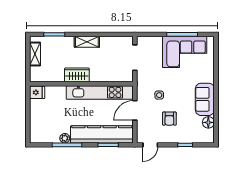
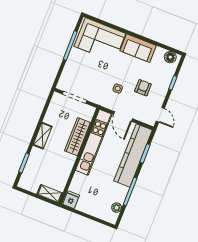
corner sofa: (185, 52) -> (100, 40), moved, turned 90
shelving: (35, 54) -> (50, 194), moved
wardrobe: (77, 75) -> (77, 137), moved, width x1.50
armchair: (169, 119) -> (143, 88), turned -90
floor lamp: (208, 122) -> (170, 57), moved
plant: (65, 138) -> (117, 208), moved

